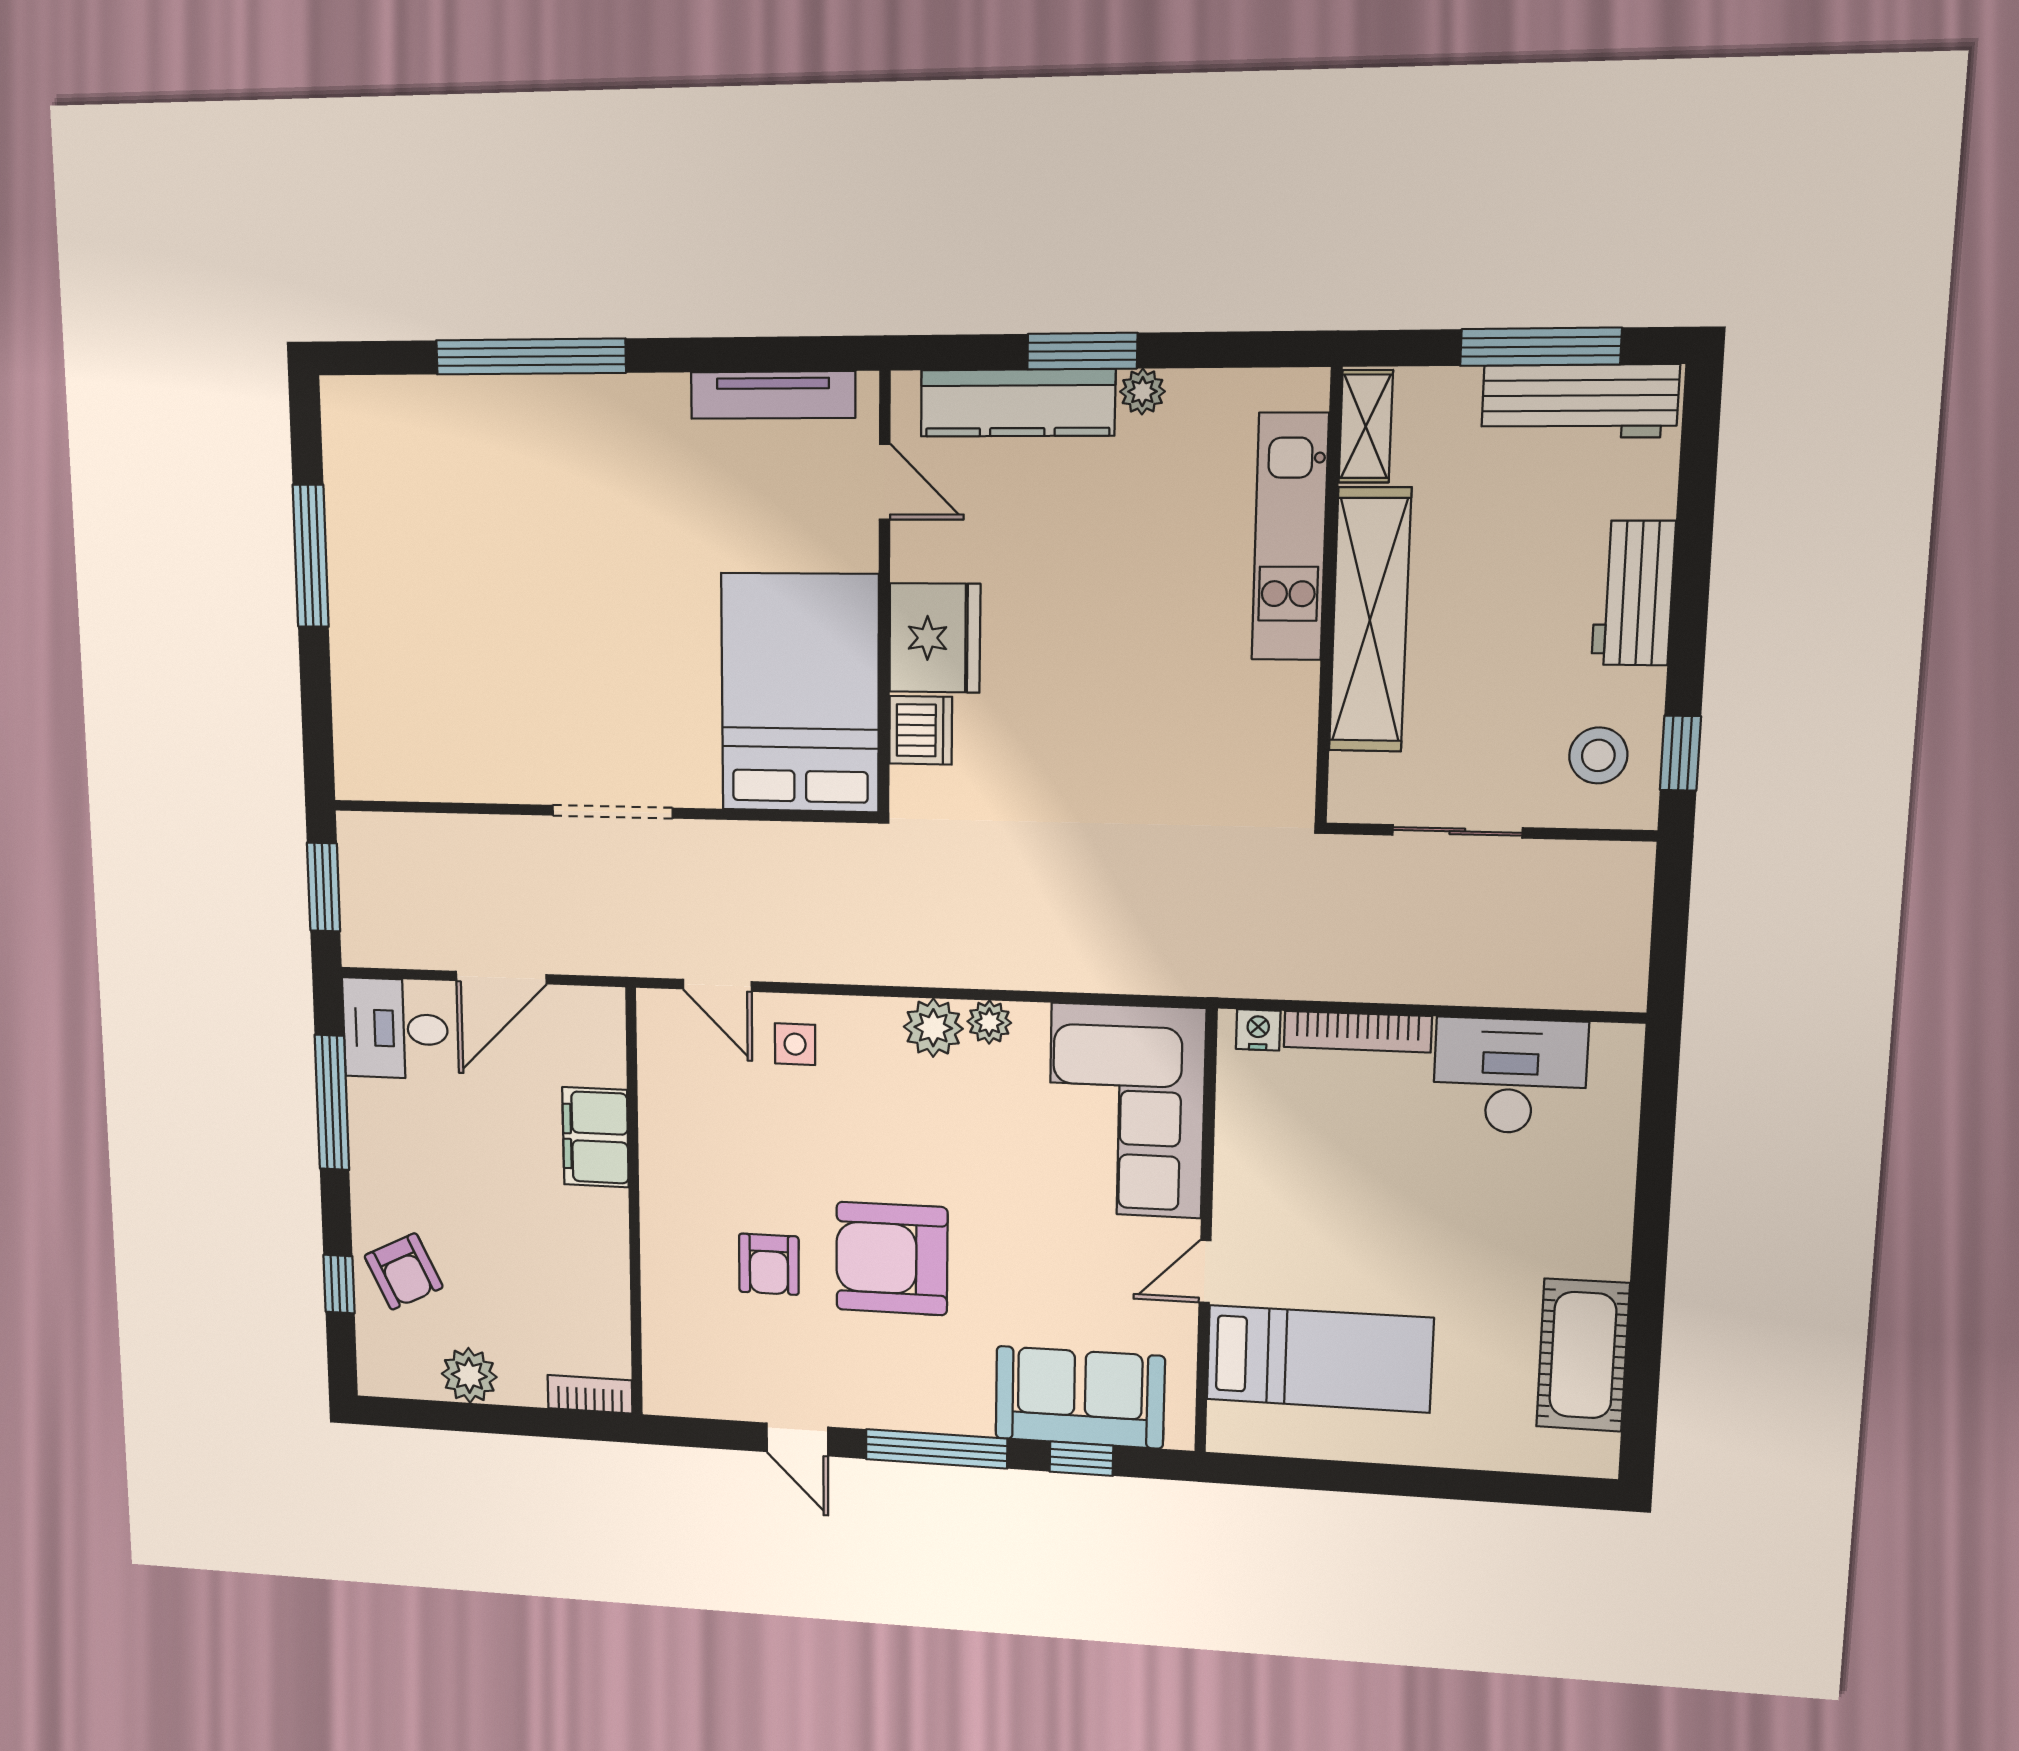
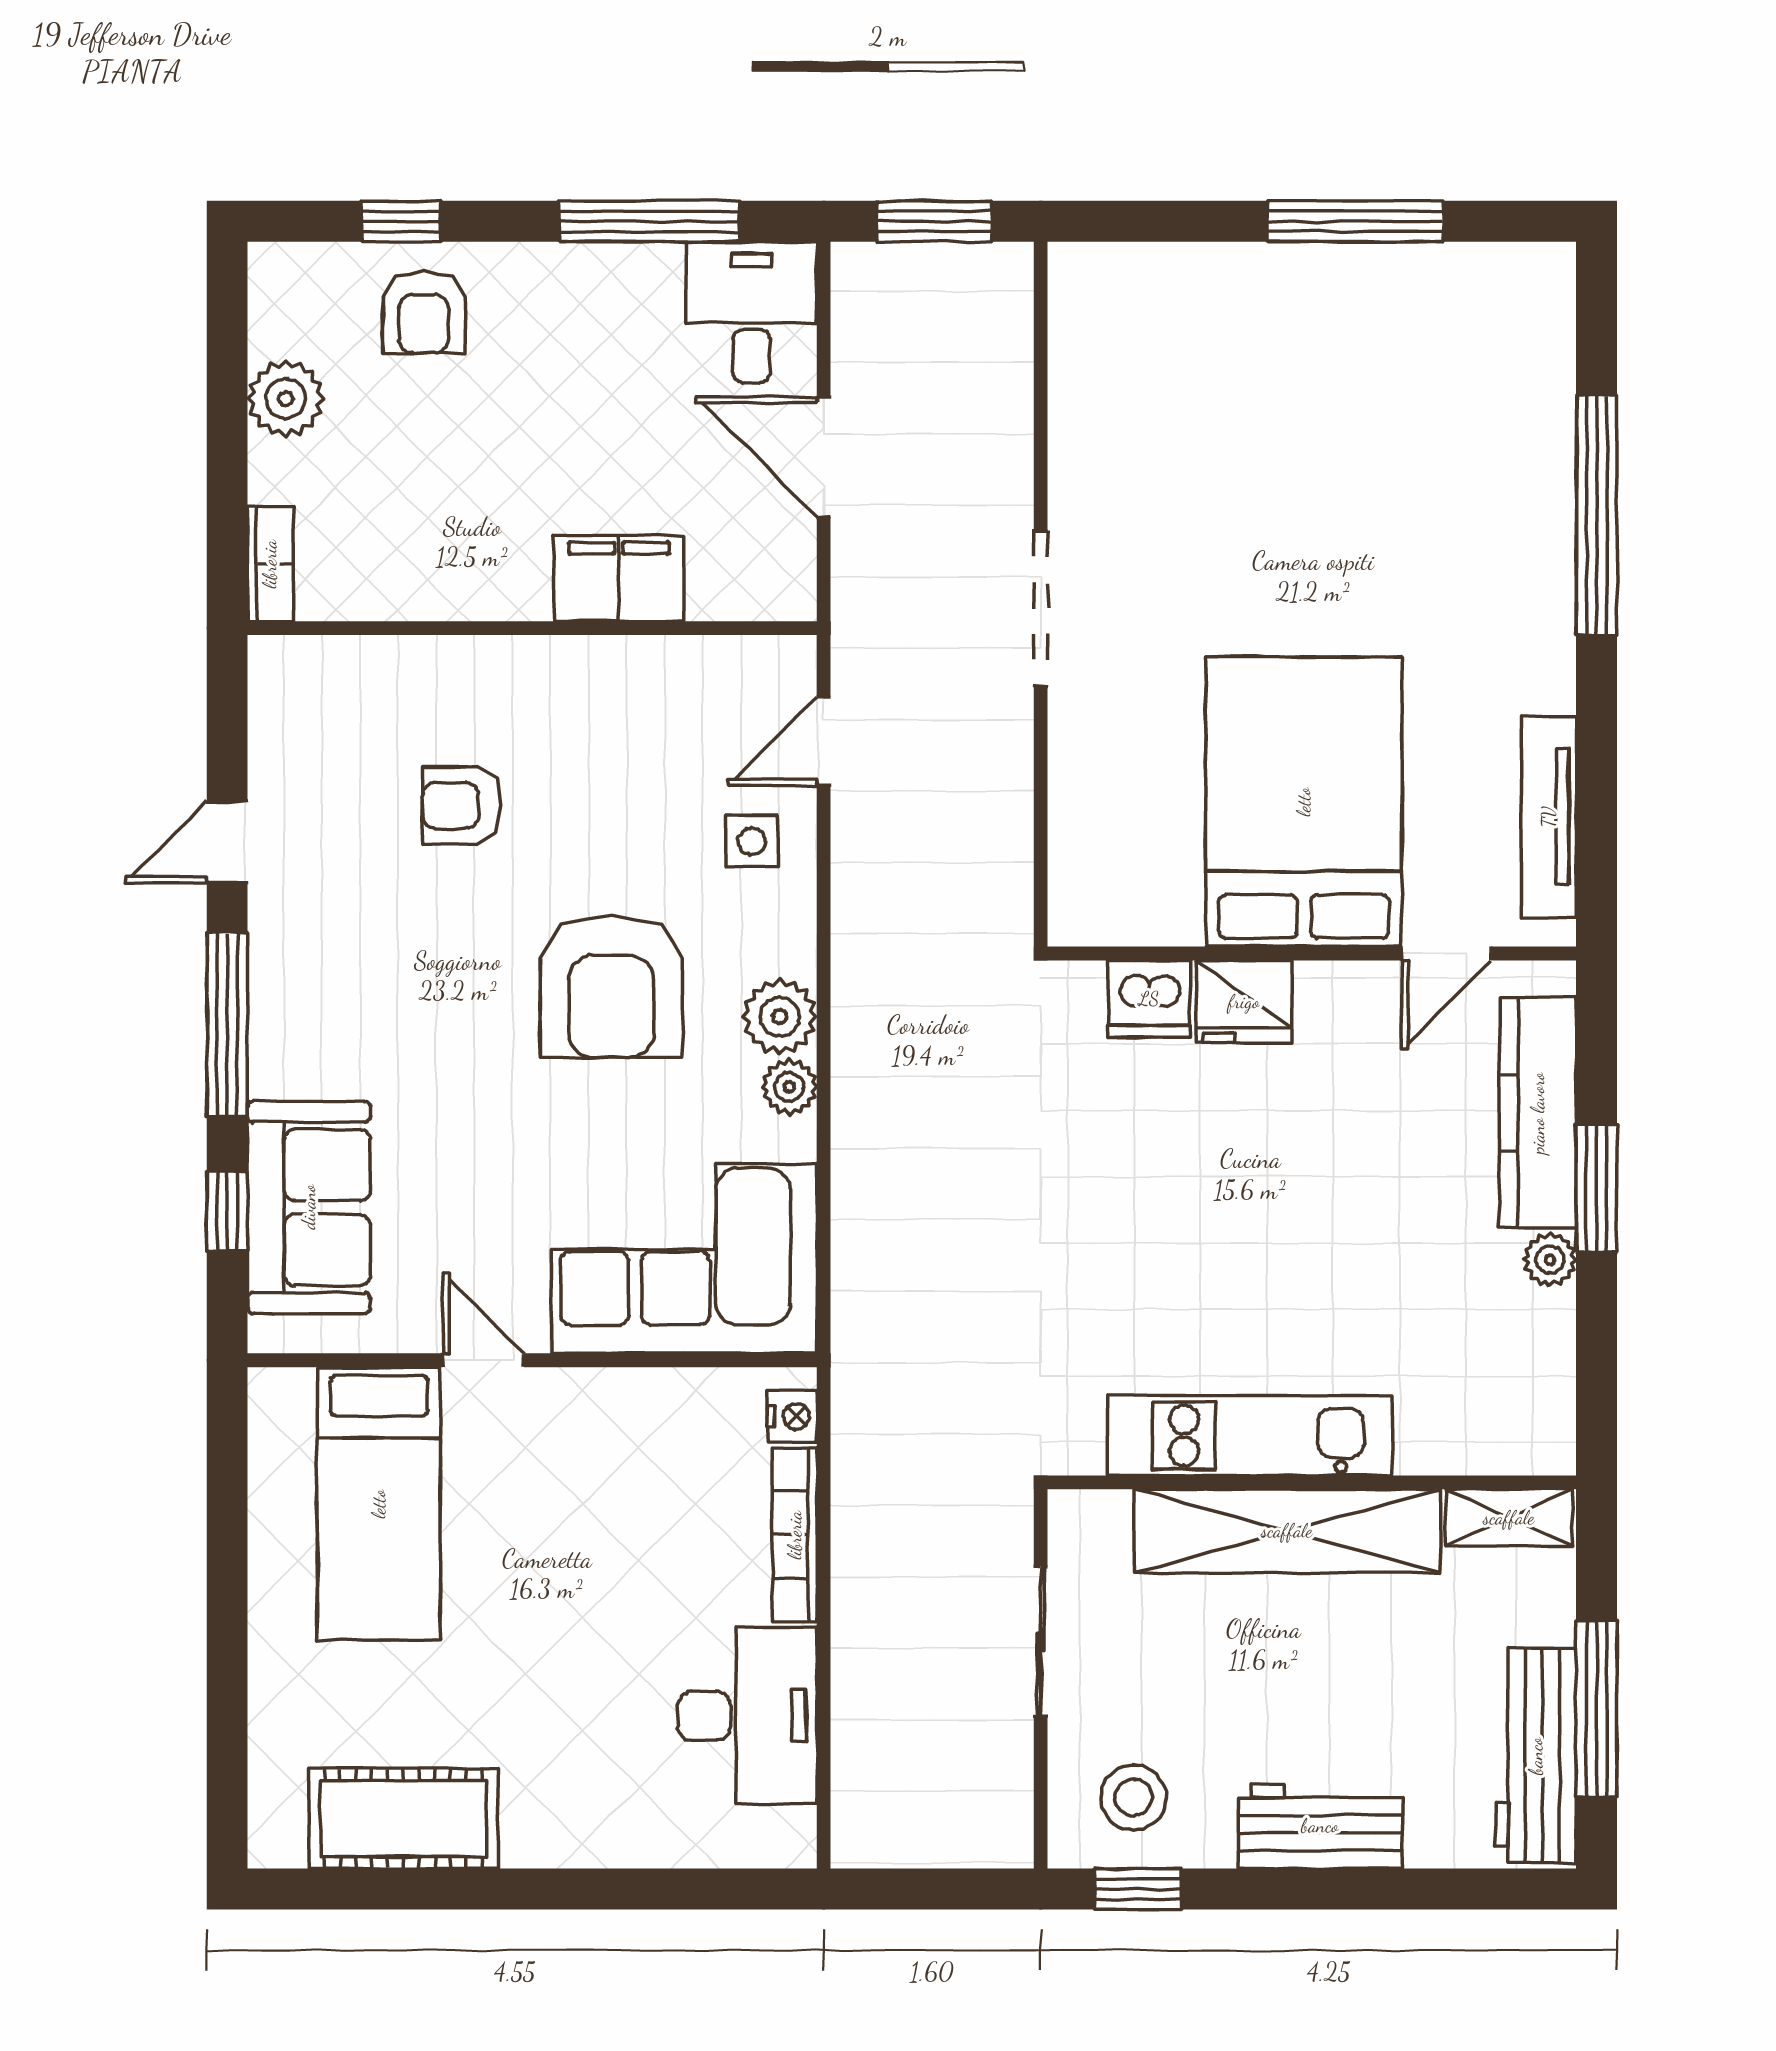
kitchen unit: (1290, 537) -> (1250, 1435), moved
fridge: (935, 638) -> (1244, 1002), width x0.73, depth x0.75
bed: (800, 693) -> (1304, 802), moved, turned -90
armchair: (892, 1259) -> (611, 987), moved, turned 180
armchair: (404, 1271) -> (424, 312), turned -64

